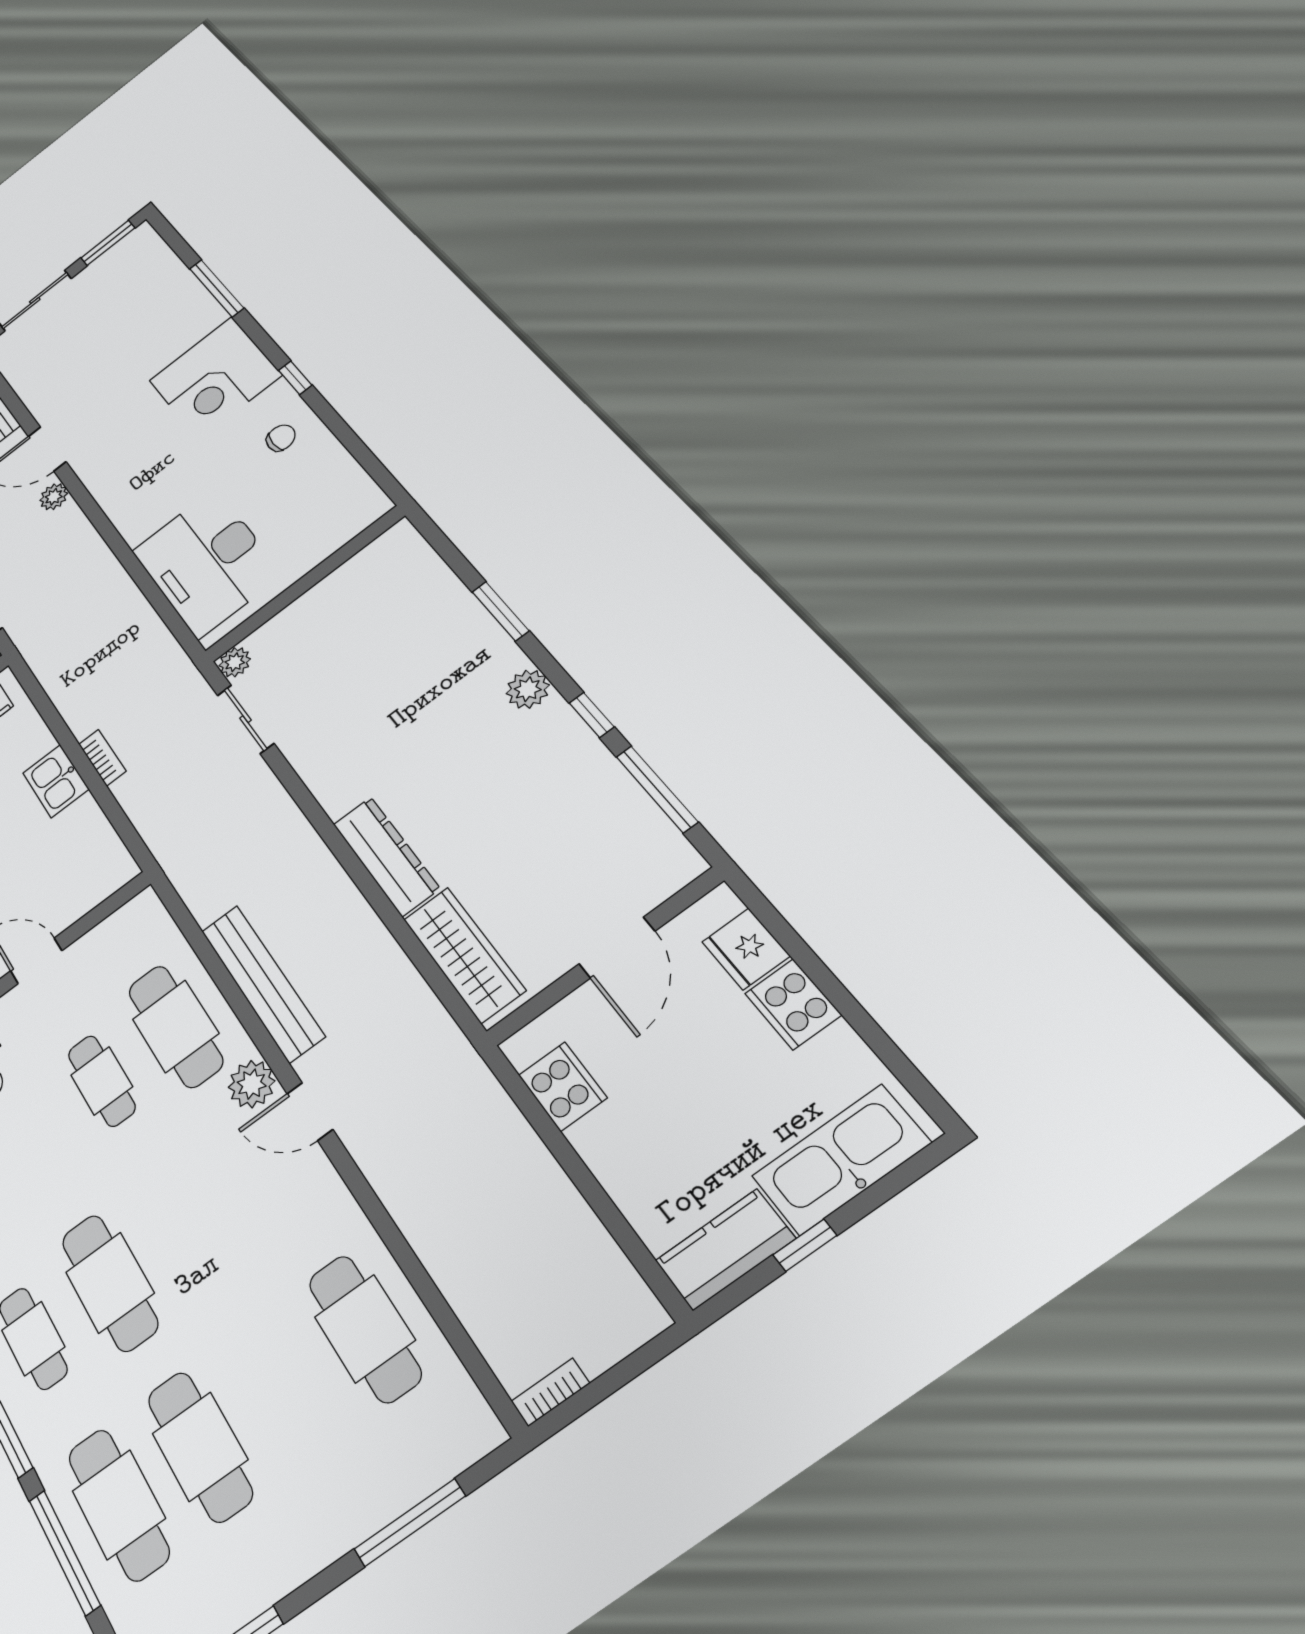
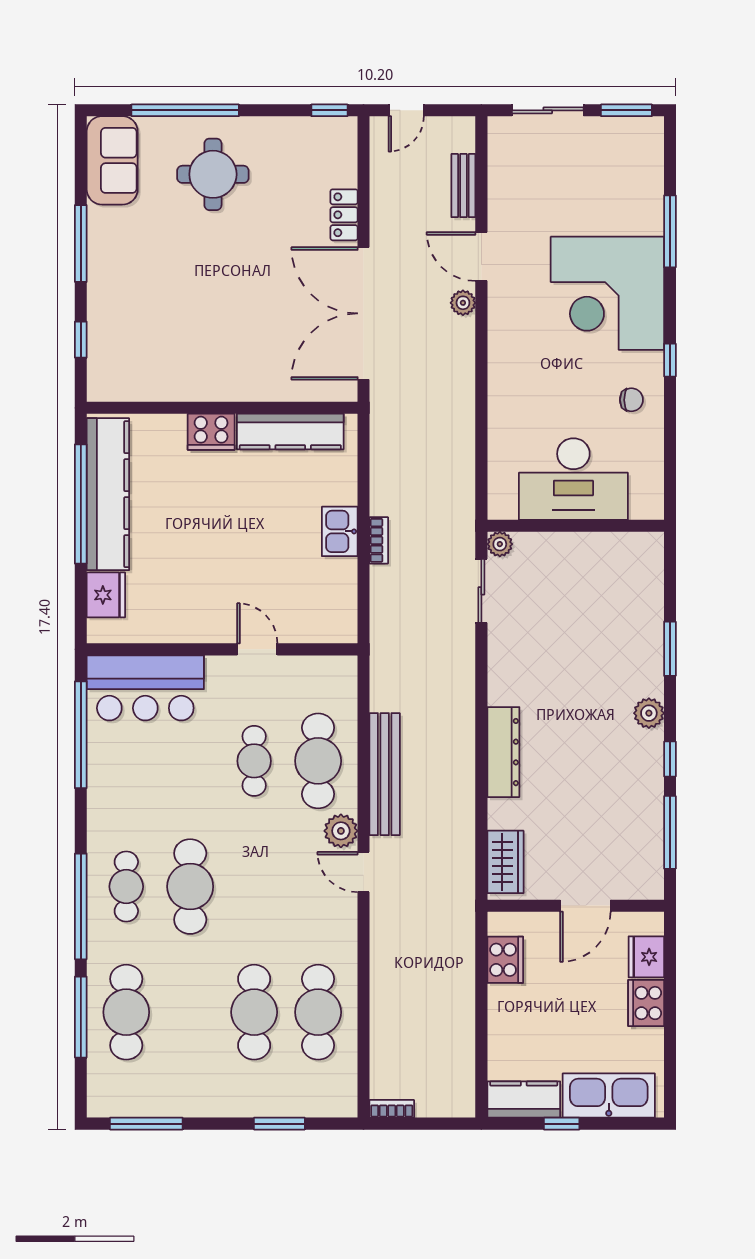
corner desk: (215, 378) -> (607, 293), width x1.36, depth x1.36
desk: (207, 563) -> (573, 479), moved, turned -90
wardrobe: (464, 955) -> (505, 862), width x0.67
cafe table: (200, 1446) -> (254, 1012), moved
window: (410, 1523) -> (279, 1124), width x0.69

